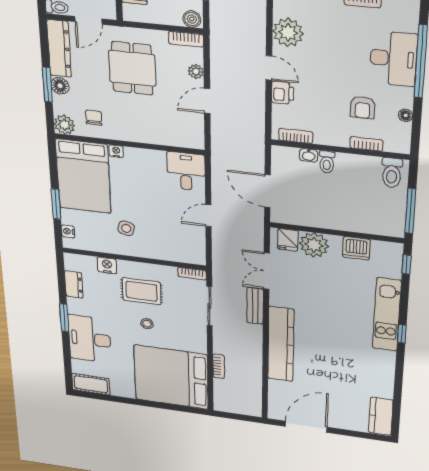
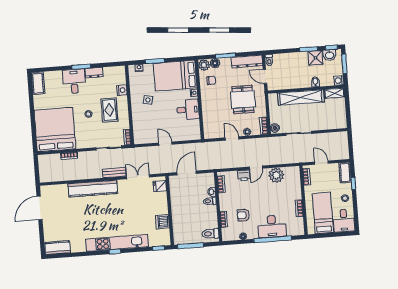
dining table: (132, 68) -> (243, 99), turned 90
floor lamp: (60, 86) -> (215, 63), moved
desk: (186, 171) -> (188, 110), moved
plant: (314, 245) -> (160, 200), removed
dresser: (74, 284) -> (94, 73), moved
kitchen unit: (387, 315) -> (117, 243), width x1.36
desk: (90, 339) -> (74, 81), width x0.73
door: (306, 427) -> (40, 208), swing flipped

